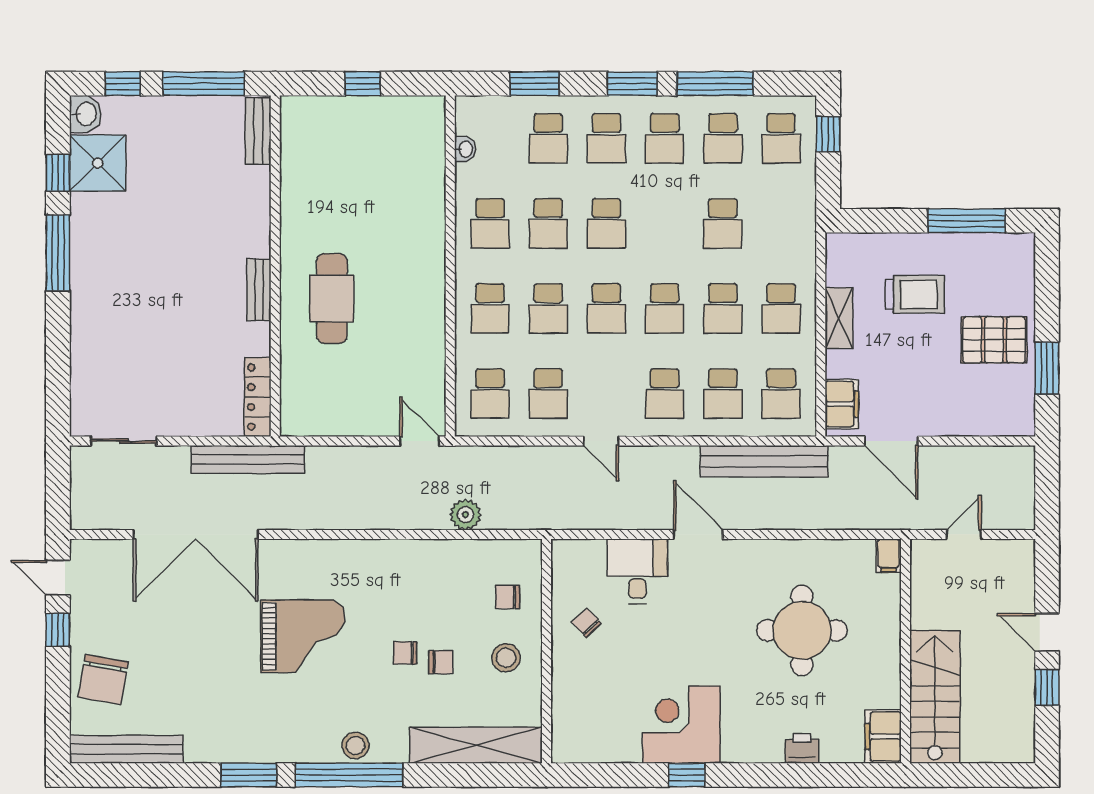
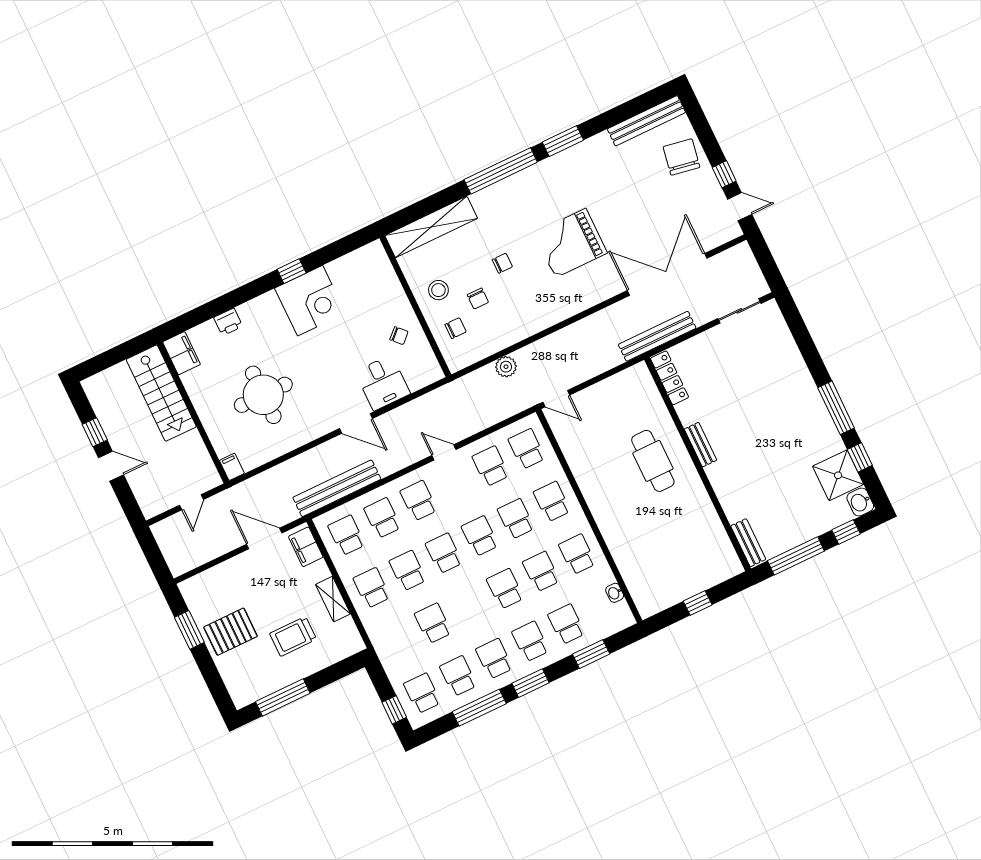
chair: (441, 662) -> (478, 298), moved, turned -90
stool: (355, 746) -> (506, 191), removed

